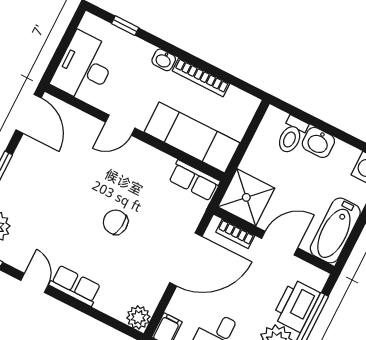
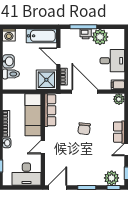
door: (120, 125) -> (43, 147), swing flipped
row of seats: (194, 180) -> (50, 110), width x1.48
printer: (296, 306) -> (86, 34), width x0.53, depth x0.68

